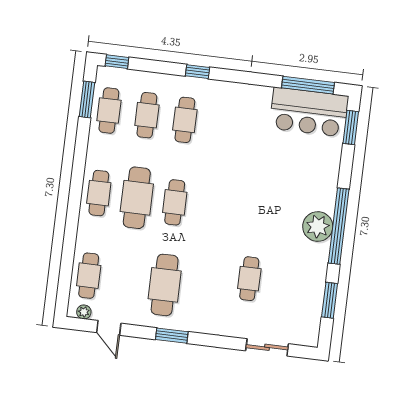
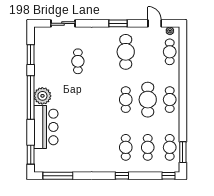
bar counter: (309, 112) -> (46, 127), moved, turned 90

